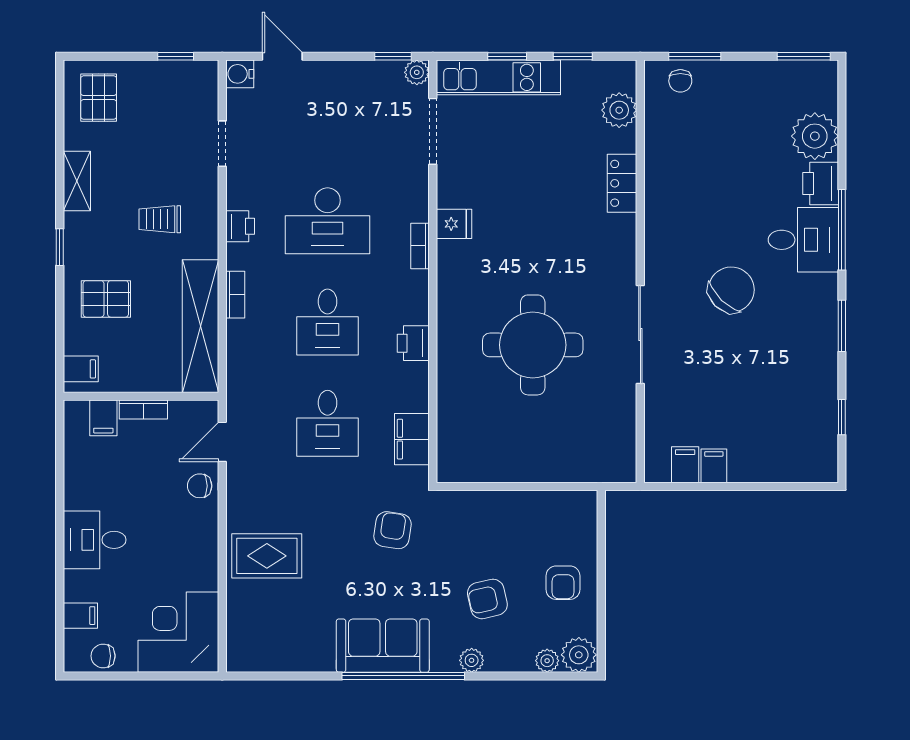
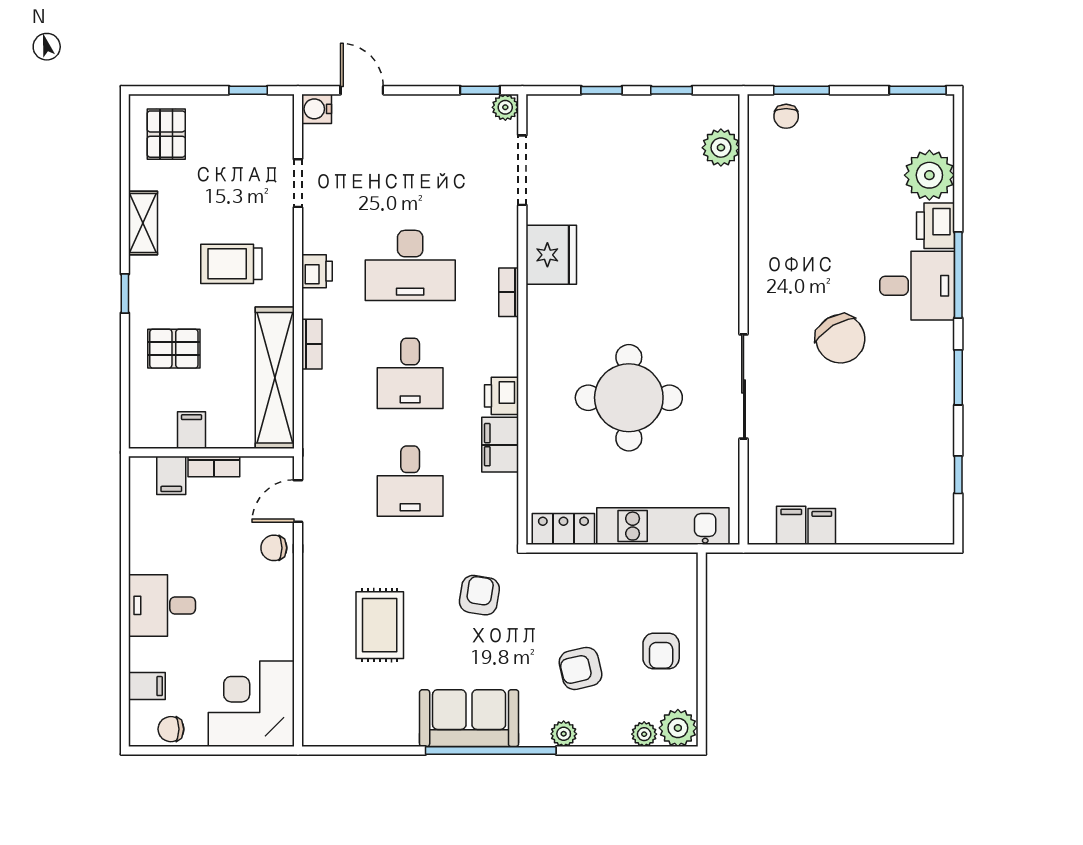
kitchen unit: (498, 77) -> (663, 526), moved, turned 180
locker: (622, 183) -> (563, 529), moved, turned 90
trolley: (160, 219) -> (231, 264), width x1.36, depth x1.39
fridge: (454, 224) -> (551, 255), width x1.88, depth x1.34
chair: (731, 290) -> (840, 339), turned 105
filing cabinet: (81, 369) -> (192, 430), moved, turned -90
filing cabinet: (412, 439) -> (500, 445), moved
rug: (267, 556) -> (380, 625), moved, turned 90

